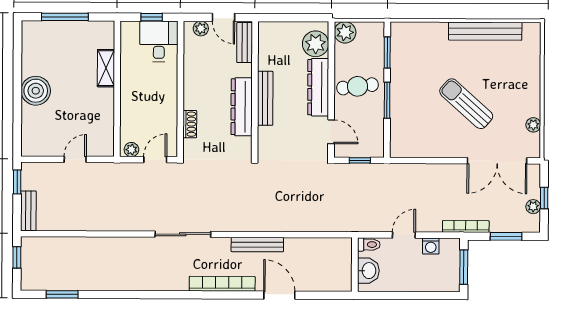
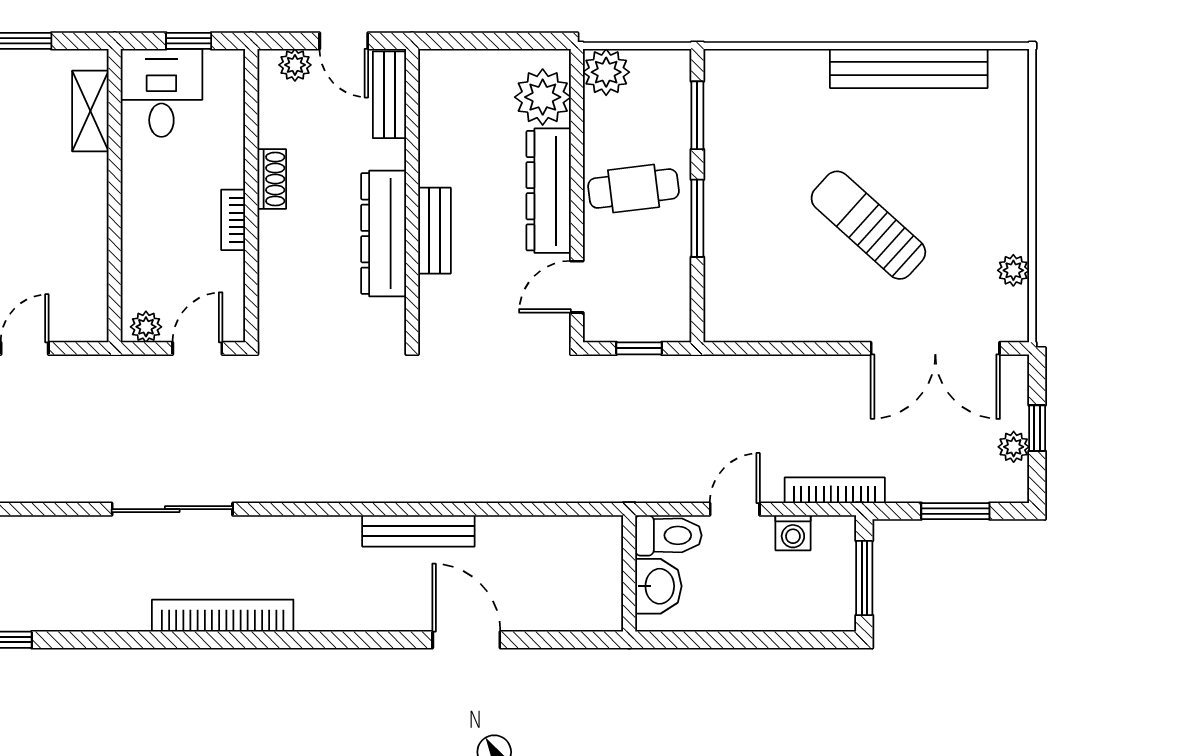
desk: (159, 41) -> (161, 93), moved
shelving: (106, 68) -> (90, 111), moved
bench: (265, 98) -> (434, 231), width x0.73
bookcase: (172, 100) -> (233, 220), added
shoe rack: (190, 124) -> (272, 179), moved
door: (331, 132) -> (577, 287), swing flipped
bookcase: (466, 226) -> (835, 490), moved
sliding door: (183, 234) -> (172, 509), moved
toilet: (369, 245) -> (668, 535), width x1.37, depth x1.39
bookcase: (222, 284) -> (223, 616), moved

